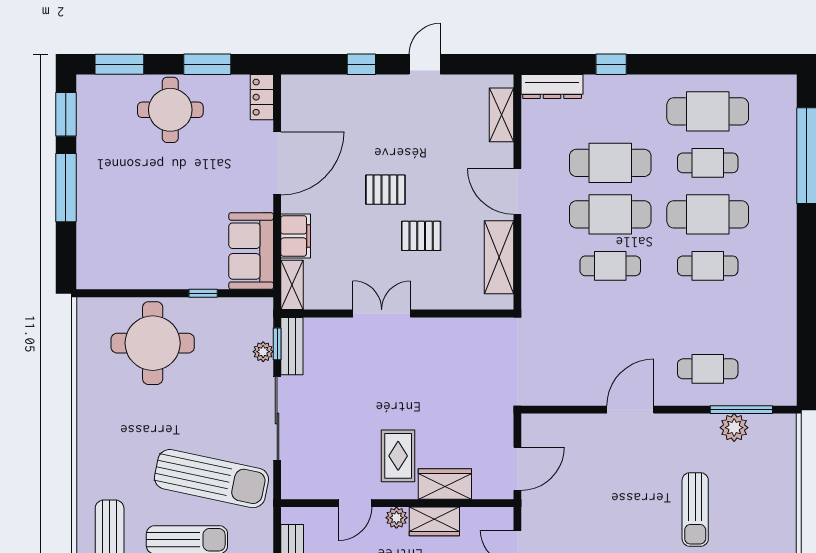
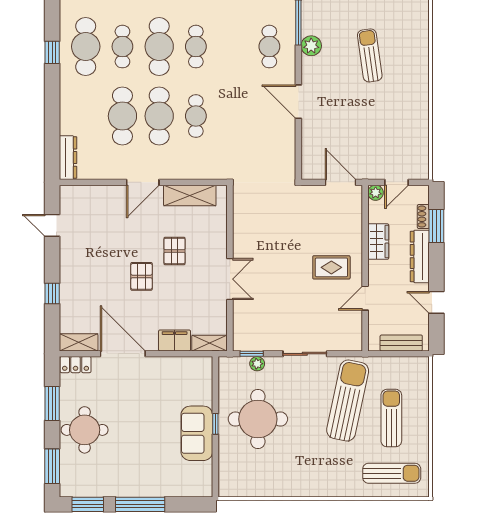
door: (425, 64) -> (52, 225), moved
window: (611, 64) -> (52, 52), moved
shelving: (501, 115) -> (79, 342), moved
sofa: (251, 251) -> (197, 433), moved, turned 90
window: (203, 293) -> (215, 424), moved
double door: (382, 313) -> (230, 279), swing flipped
round table: (153, 343) -> (258, 419), moved
bench: (292, 346) -> (253, 343), removed
sliding door: (277, 419) -> (305, 354), width x0.73
plant: (734, 428) -> (311, 46), moved
wardrobe: (445, 484) -> (352, 234), removed
door: (355, 503) -> (365, 298), swing flipped
sun lounger: (695, 510) -> (370, 55), turned -98
plant: (396, 518) -> (376, 193), moved

